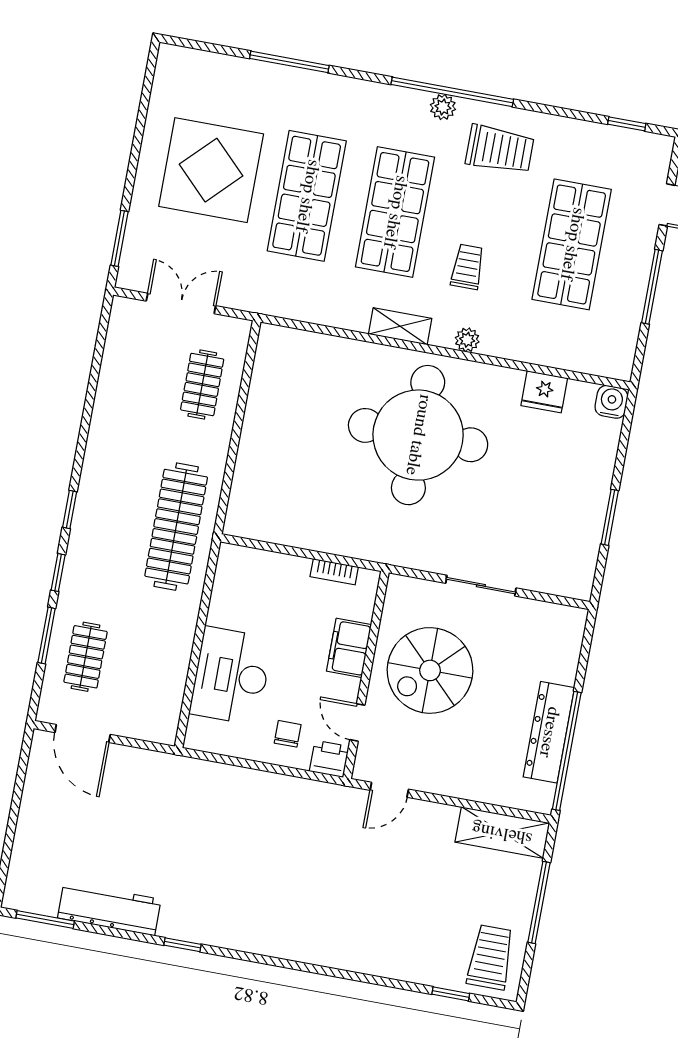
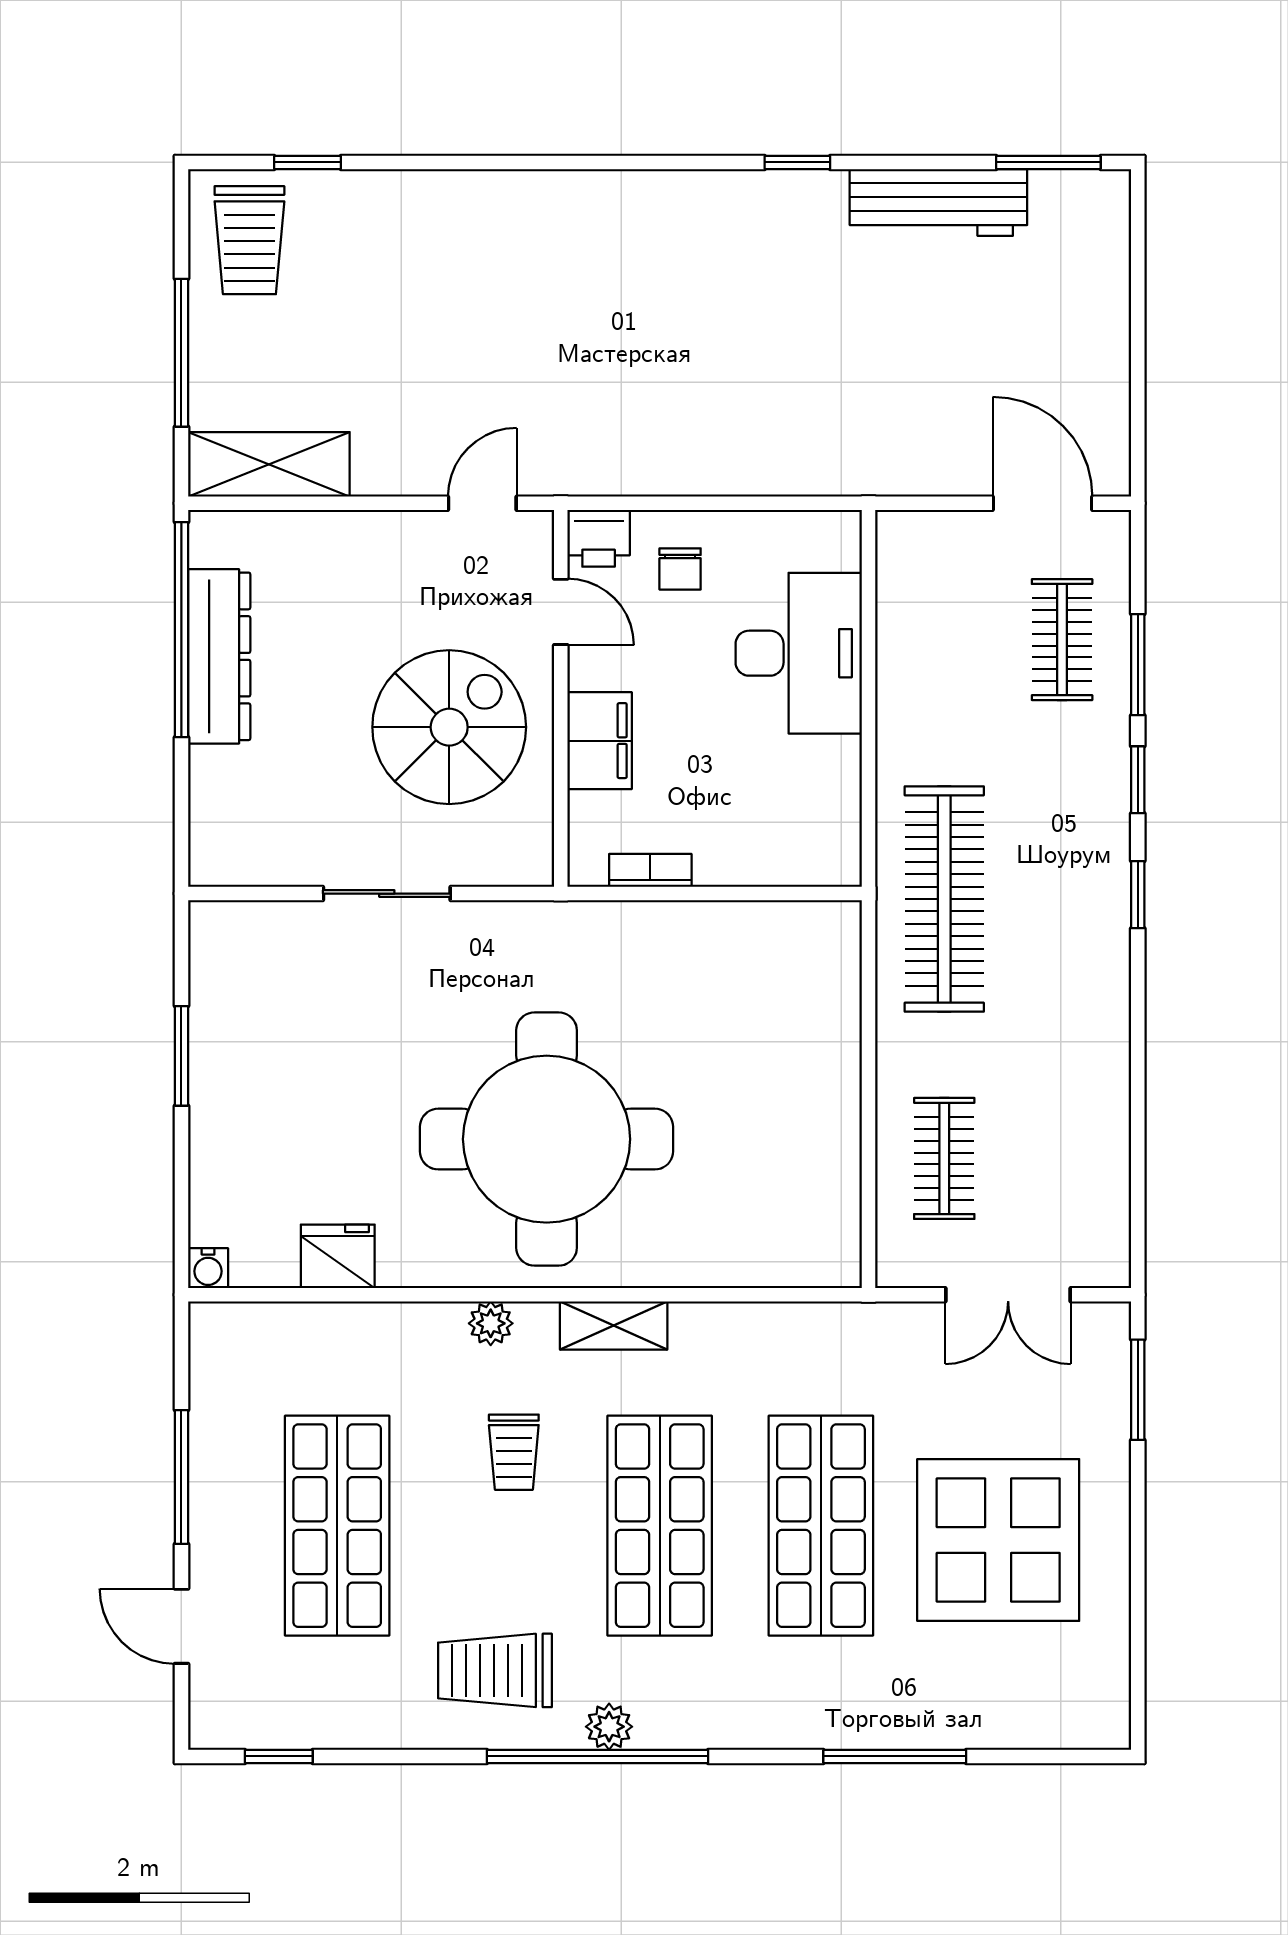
water cooler: (611, 402) -> (208, 1268), width x0.72, depth x0.72

